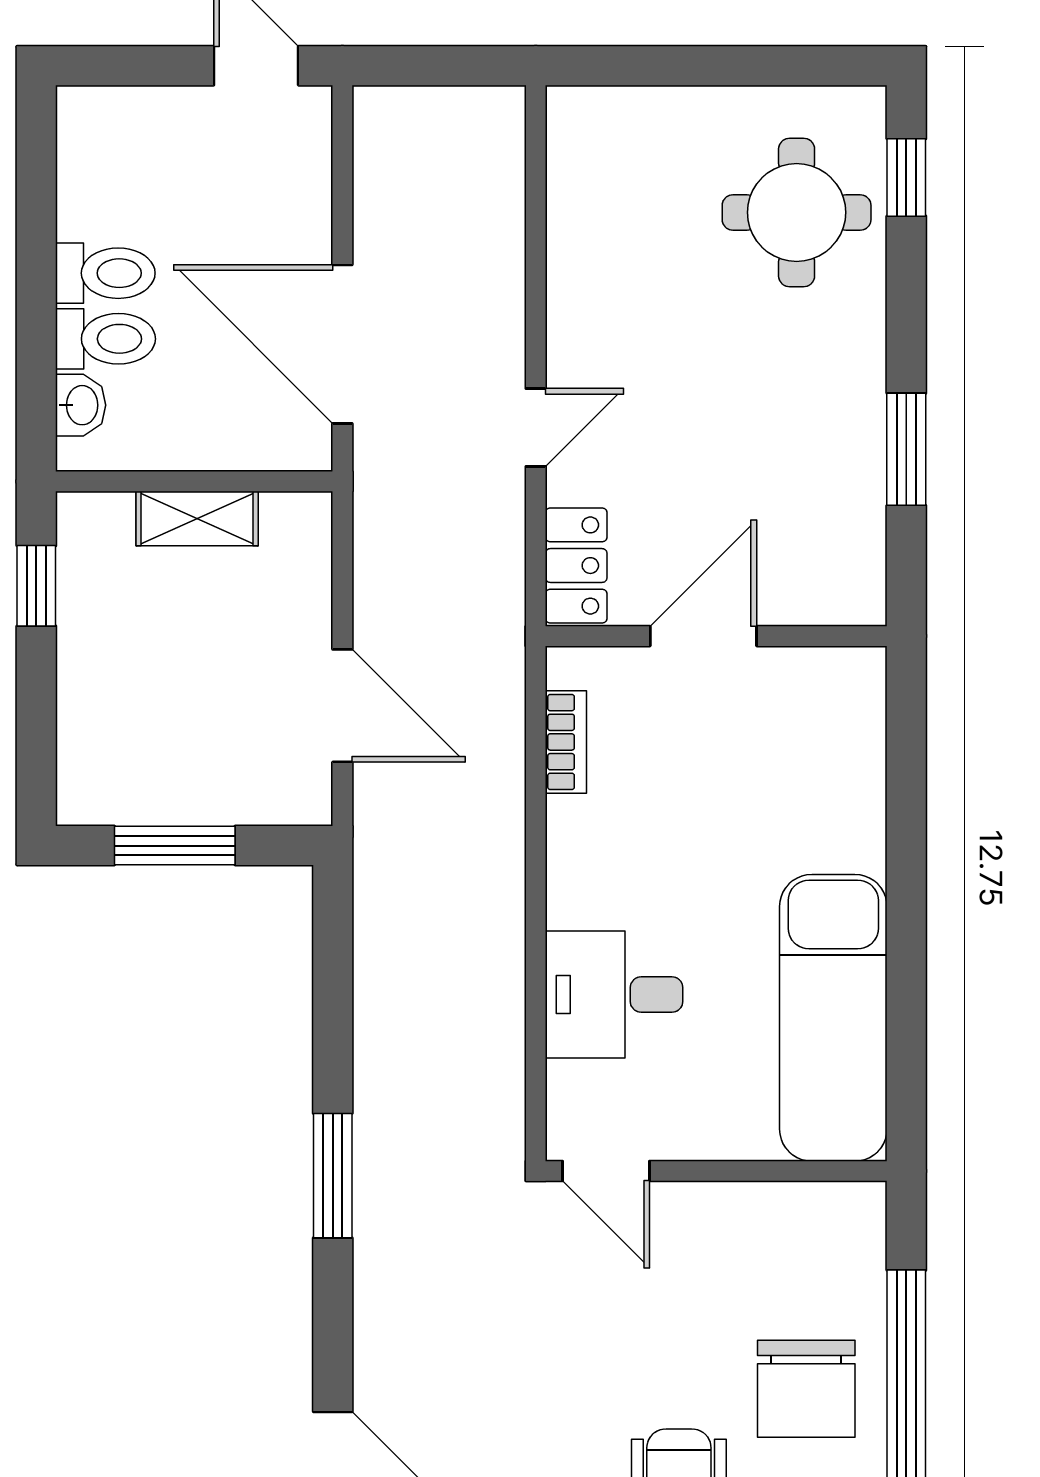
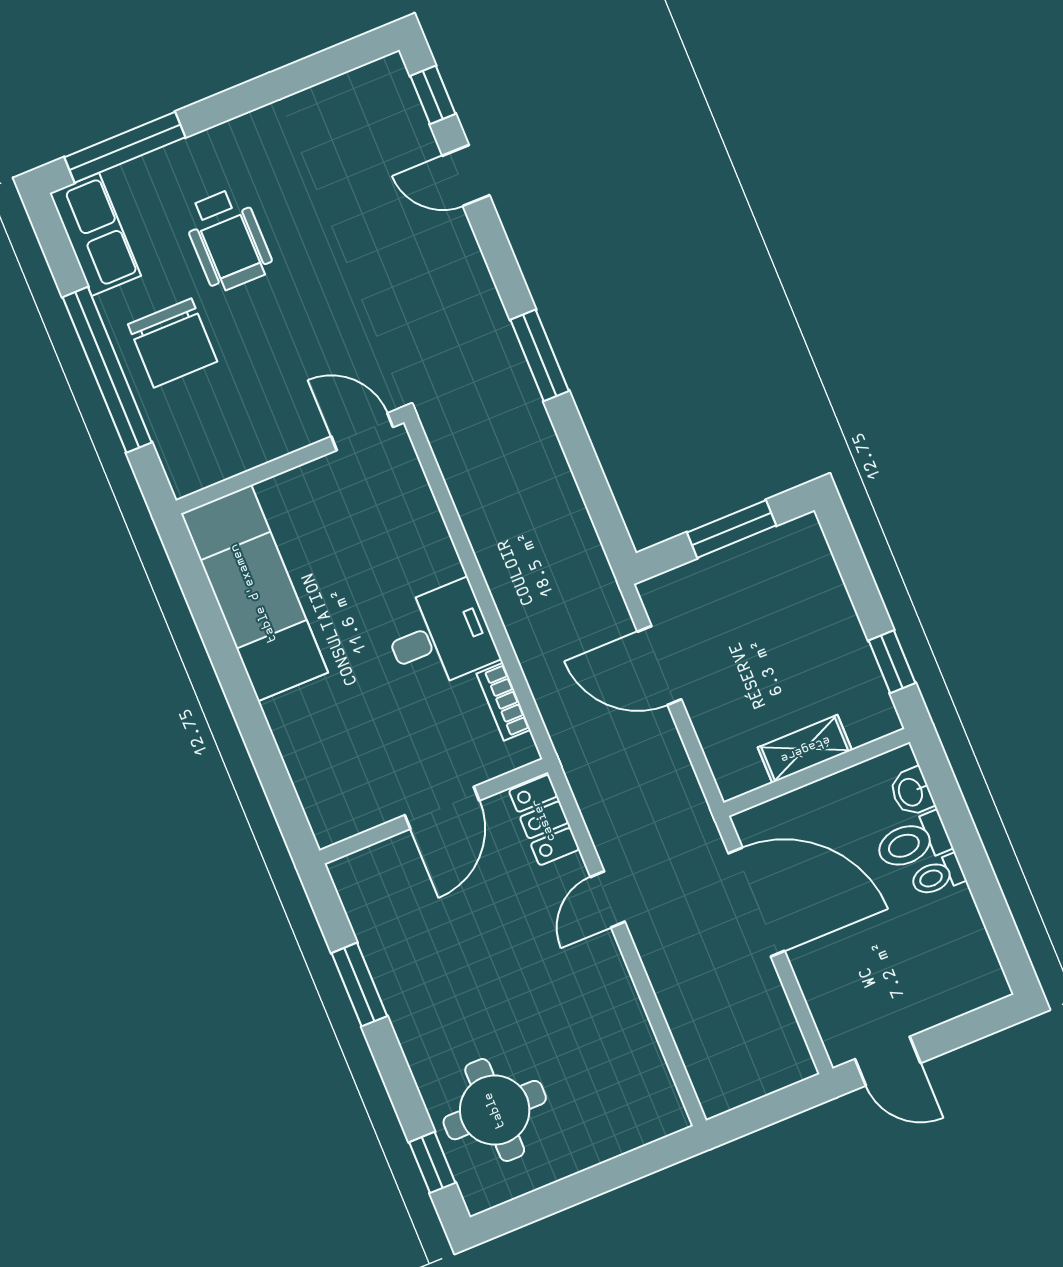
toilet: (105, 273) -> (938, 876), width x0.73, depth x0.72
desk: (614, 995) -> (440, 636), moved
chair: (806, 1389) -> (173, 343), turned 180

